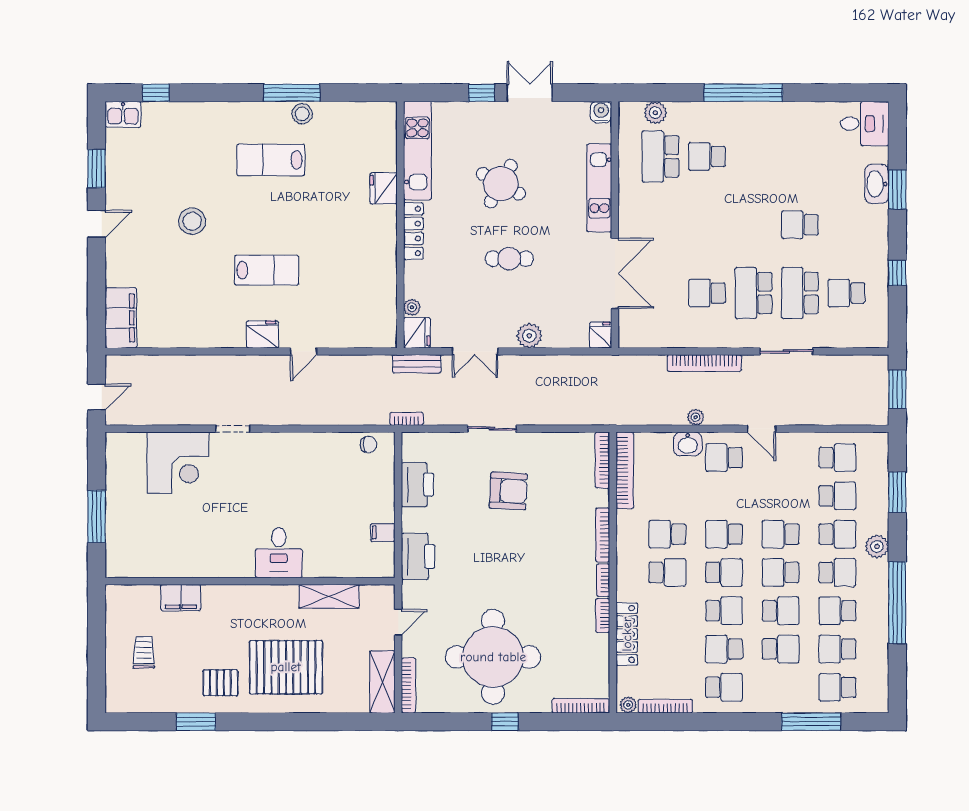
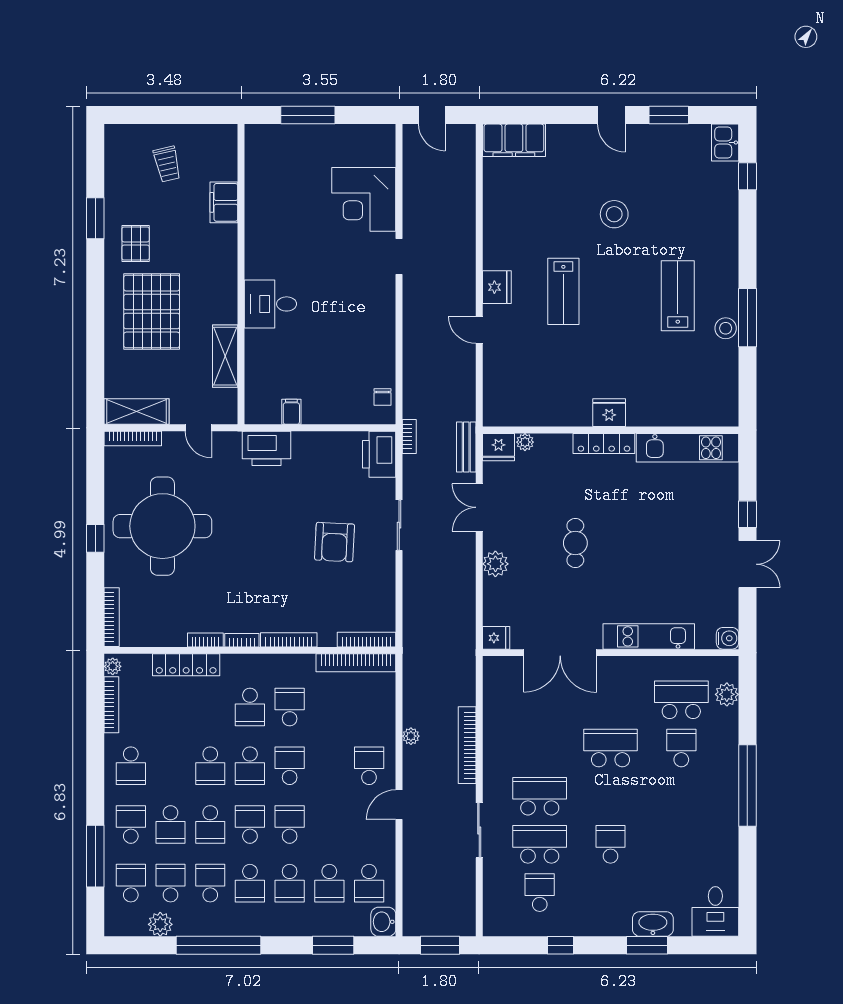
round table: (501, 184) -> (653, 534), removed
fridge: (384, 188) -> (609, 413), moved
school desk: (707, 293) -> (611, 748), moved, width x1.85
washbasin: (688, 444) -> (383, 922), moved
printer: (417, 485) -> (379, 454), moved, turned 90
plant: (877, 547) -> (160, 924), moved
school desk: (724, 649) -> (131, 824), moved
trolley: (144, 652) -> (167, 164), turned 77

